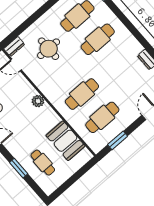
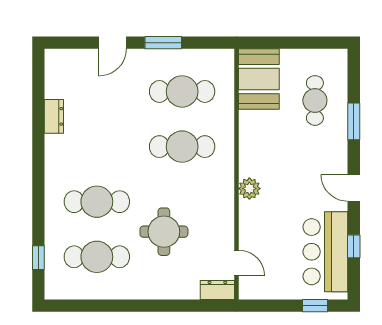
round table: (49, 49) -> (164, 232), moved
window: (117, 140) -> (163, 43), moved
booth: (66, 141) -> (259, 79), moved

